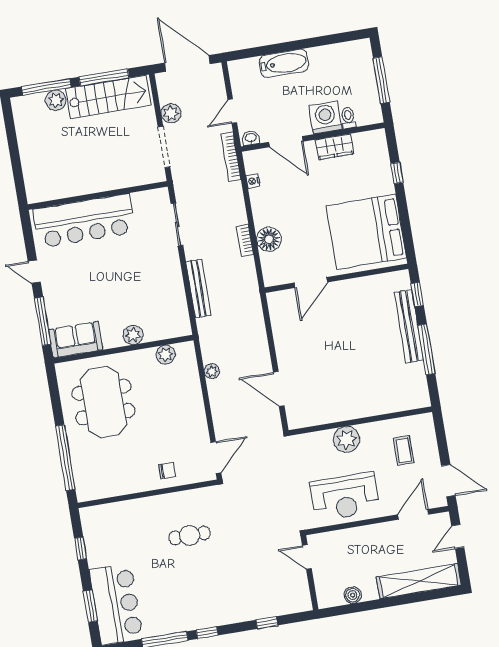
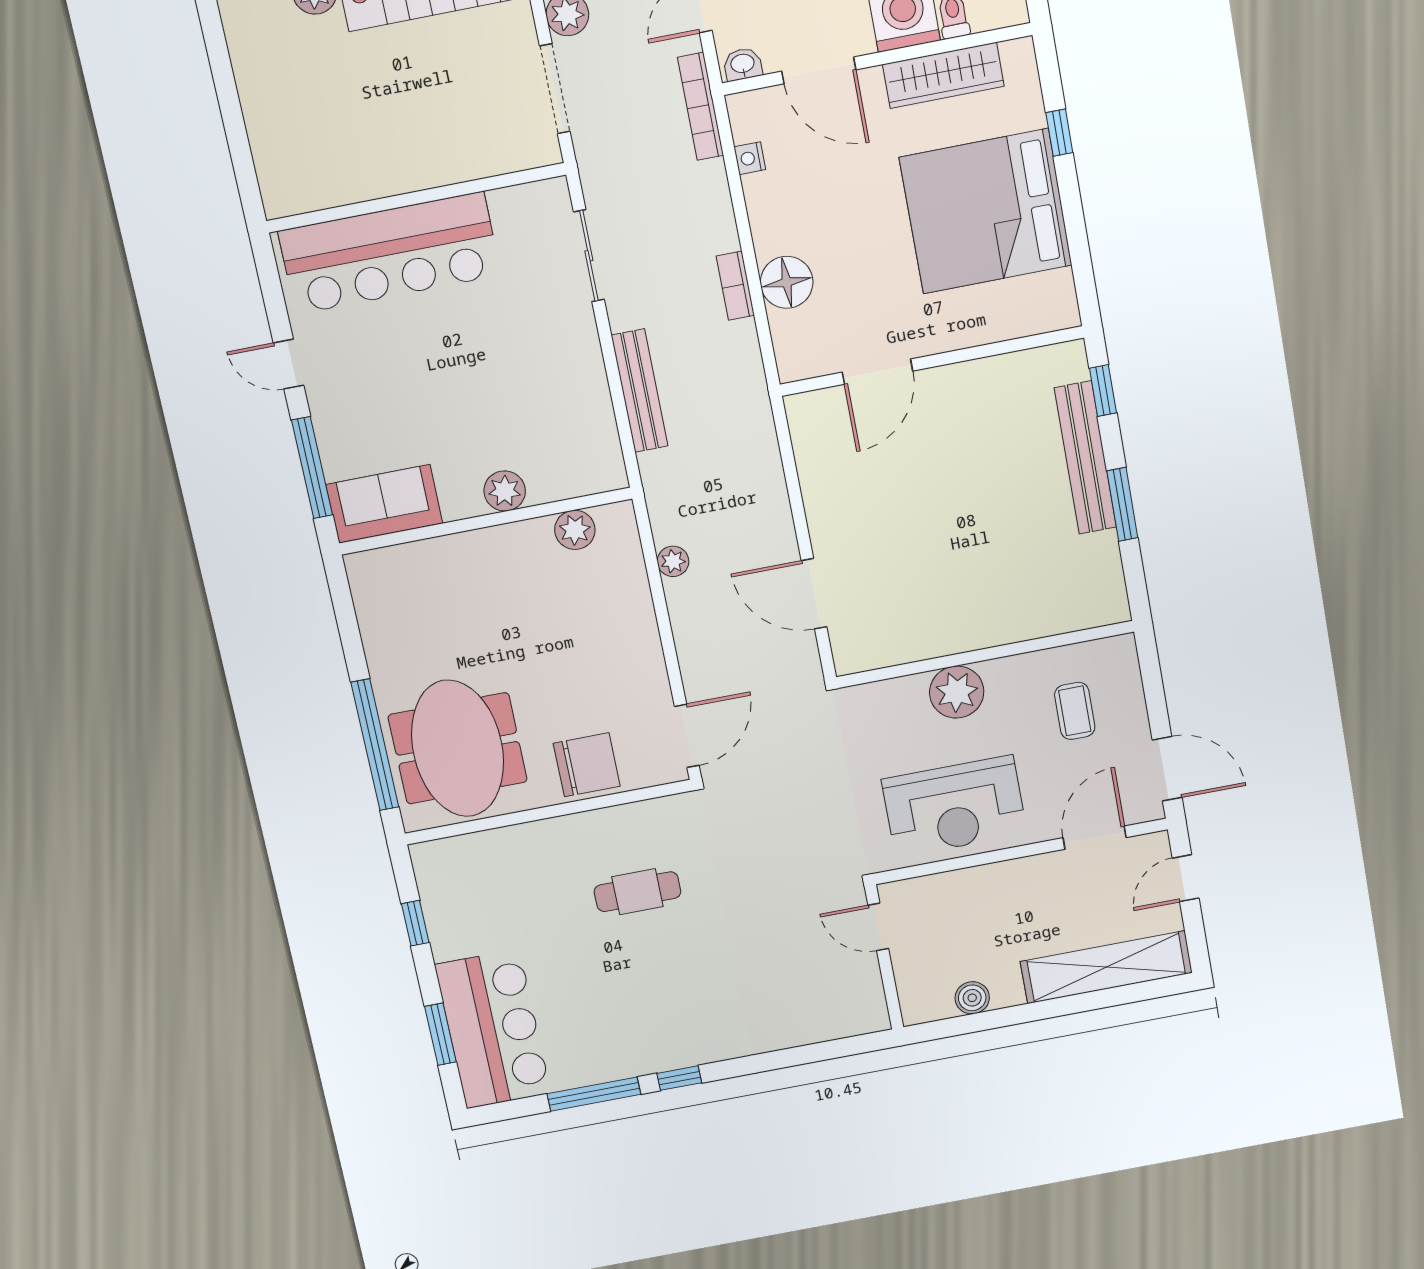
wardrobe: (335, 147) -> (943, 75), width x1.50
bed: (366, 232) -> (986, 211), moved
window: (426, 349) -> (1122, 504), width x0.69
meeting table: (104, 402) -> (458, 748), moved
chair: (167, 471) -> (587, 765), width x1.87, depth x1.87
window: (267, 623) -> (799, 1056), removed

